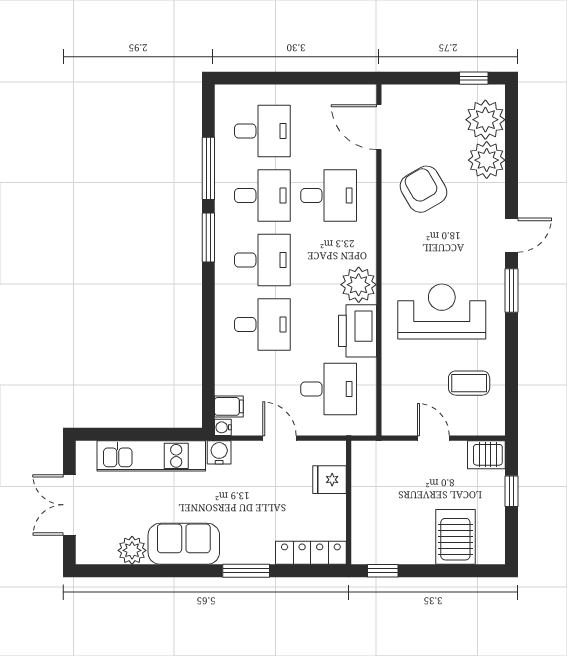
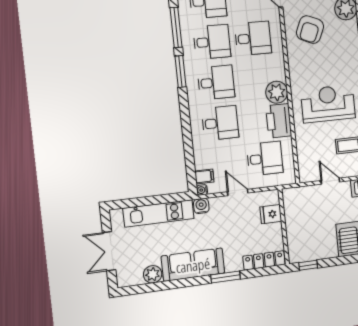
armchair: (423, 189) -> (310, 30), turned -127
sofa: (184, 544) -> (193, 265), width x1.36

